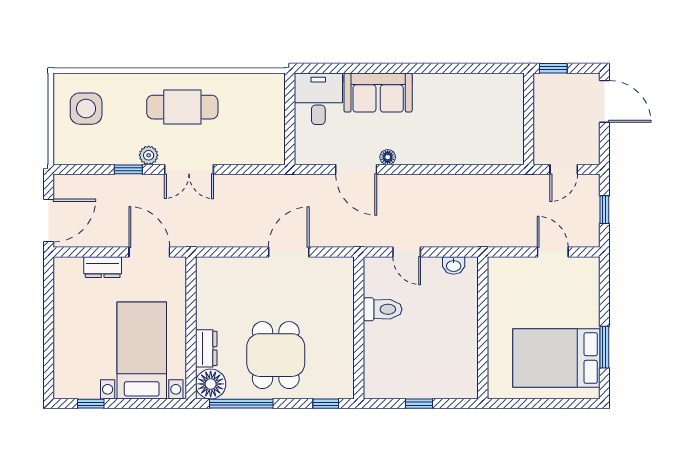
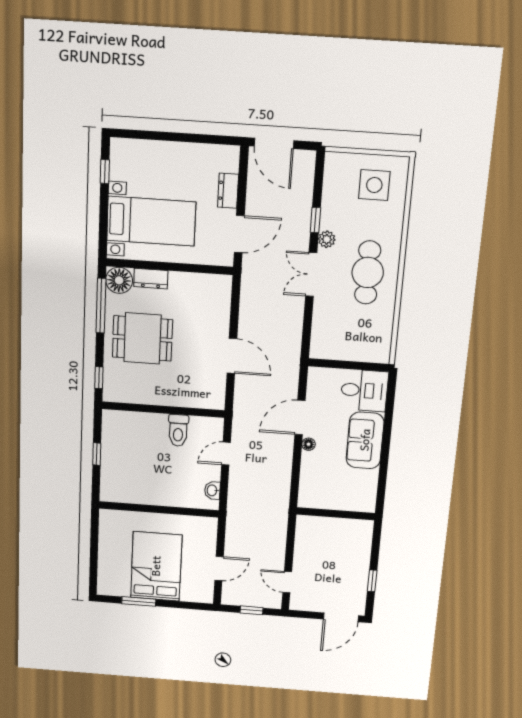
wall: (529, 119) -> (336, 514), moved
bed: (556, 358) -> (156, 566), moved

